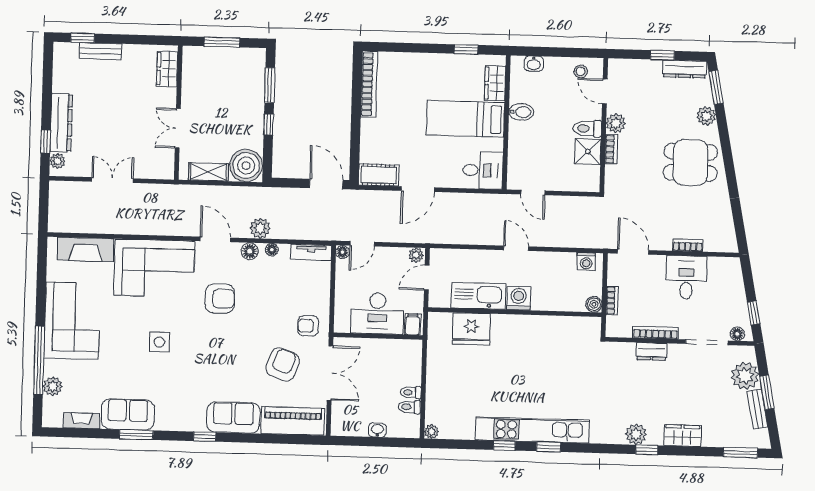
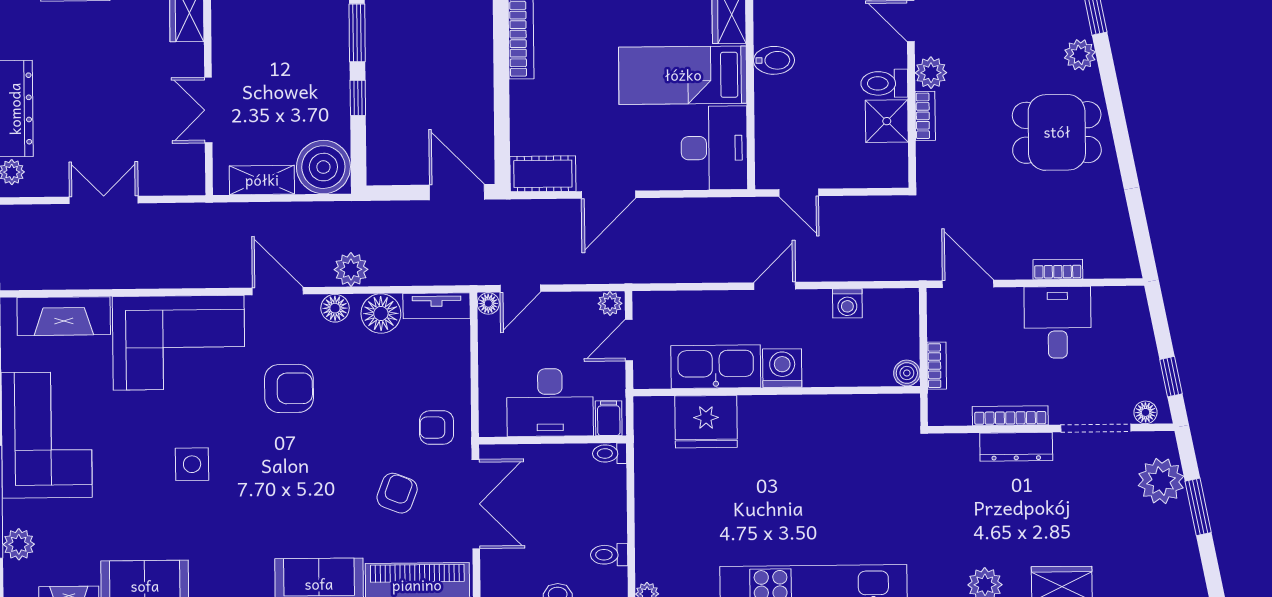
desk: (483, 170) -> (714, 148), width x1.37
door: (516, 248) -> (775, 286), hinge flipped
floor lamp: (272, 250) -> (381, 313), width x1.89, depth x1.89
washing machine: (586, 262) -> (847, 303), moved
dresser: (652, 351) -> (1016, 447), width x1.44
armchair: (283, 365) -> (397, 493), width x0.72, depth x0.72
toilet: (411, 392) -> (610, 453), moved
bench: (757, 409) -> (1184, 535), removed

